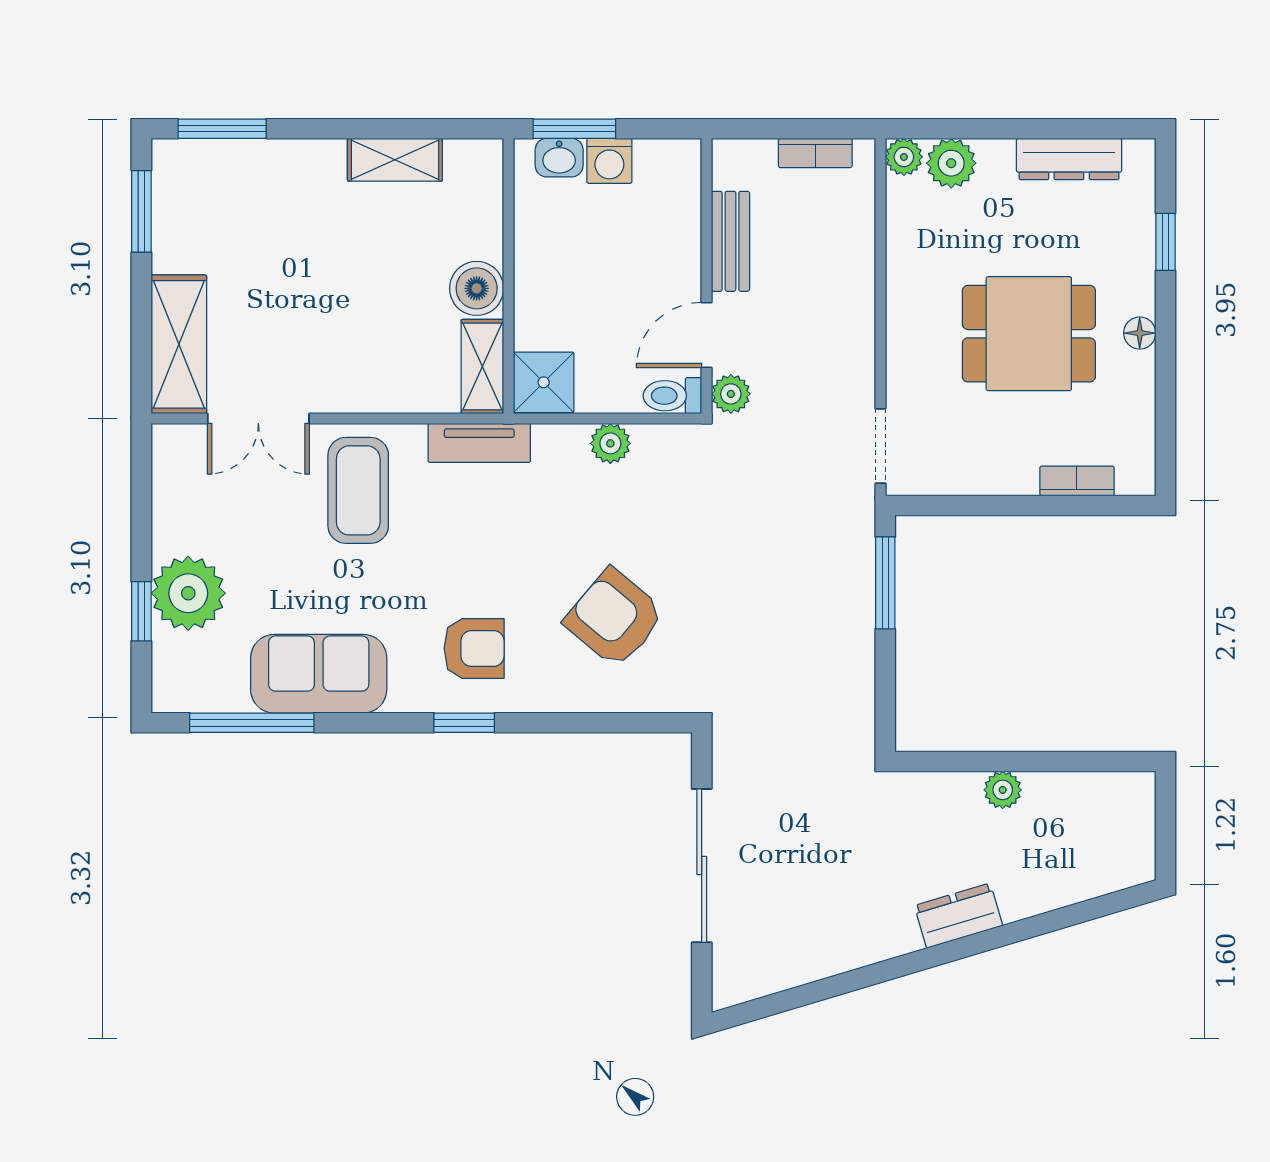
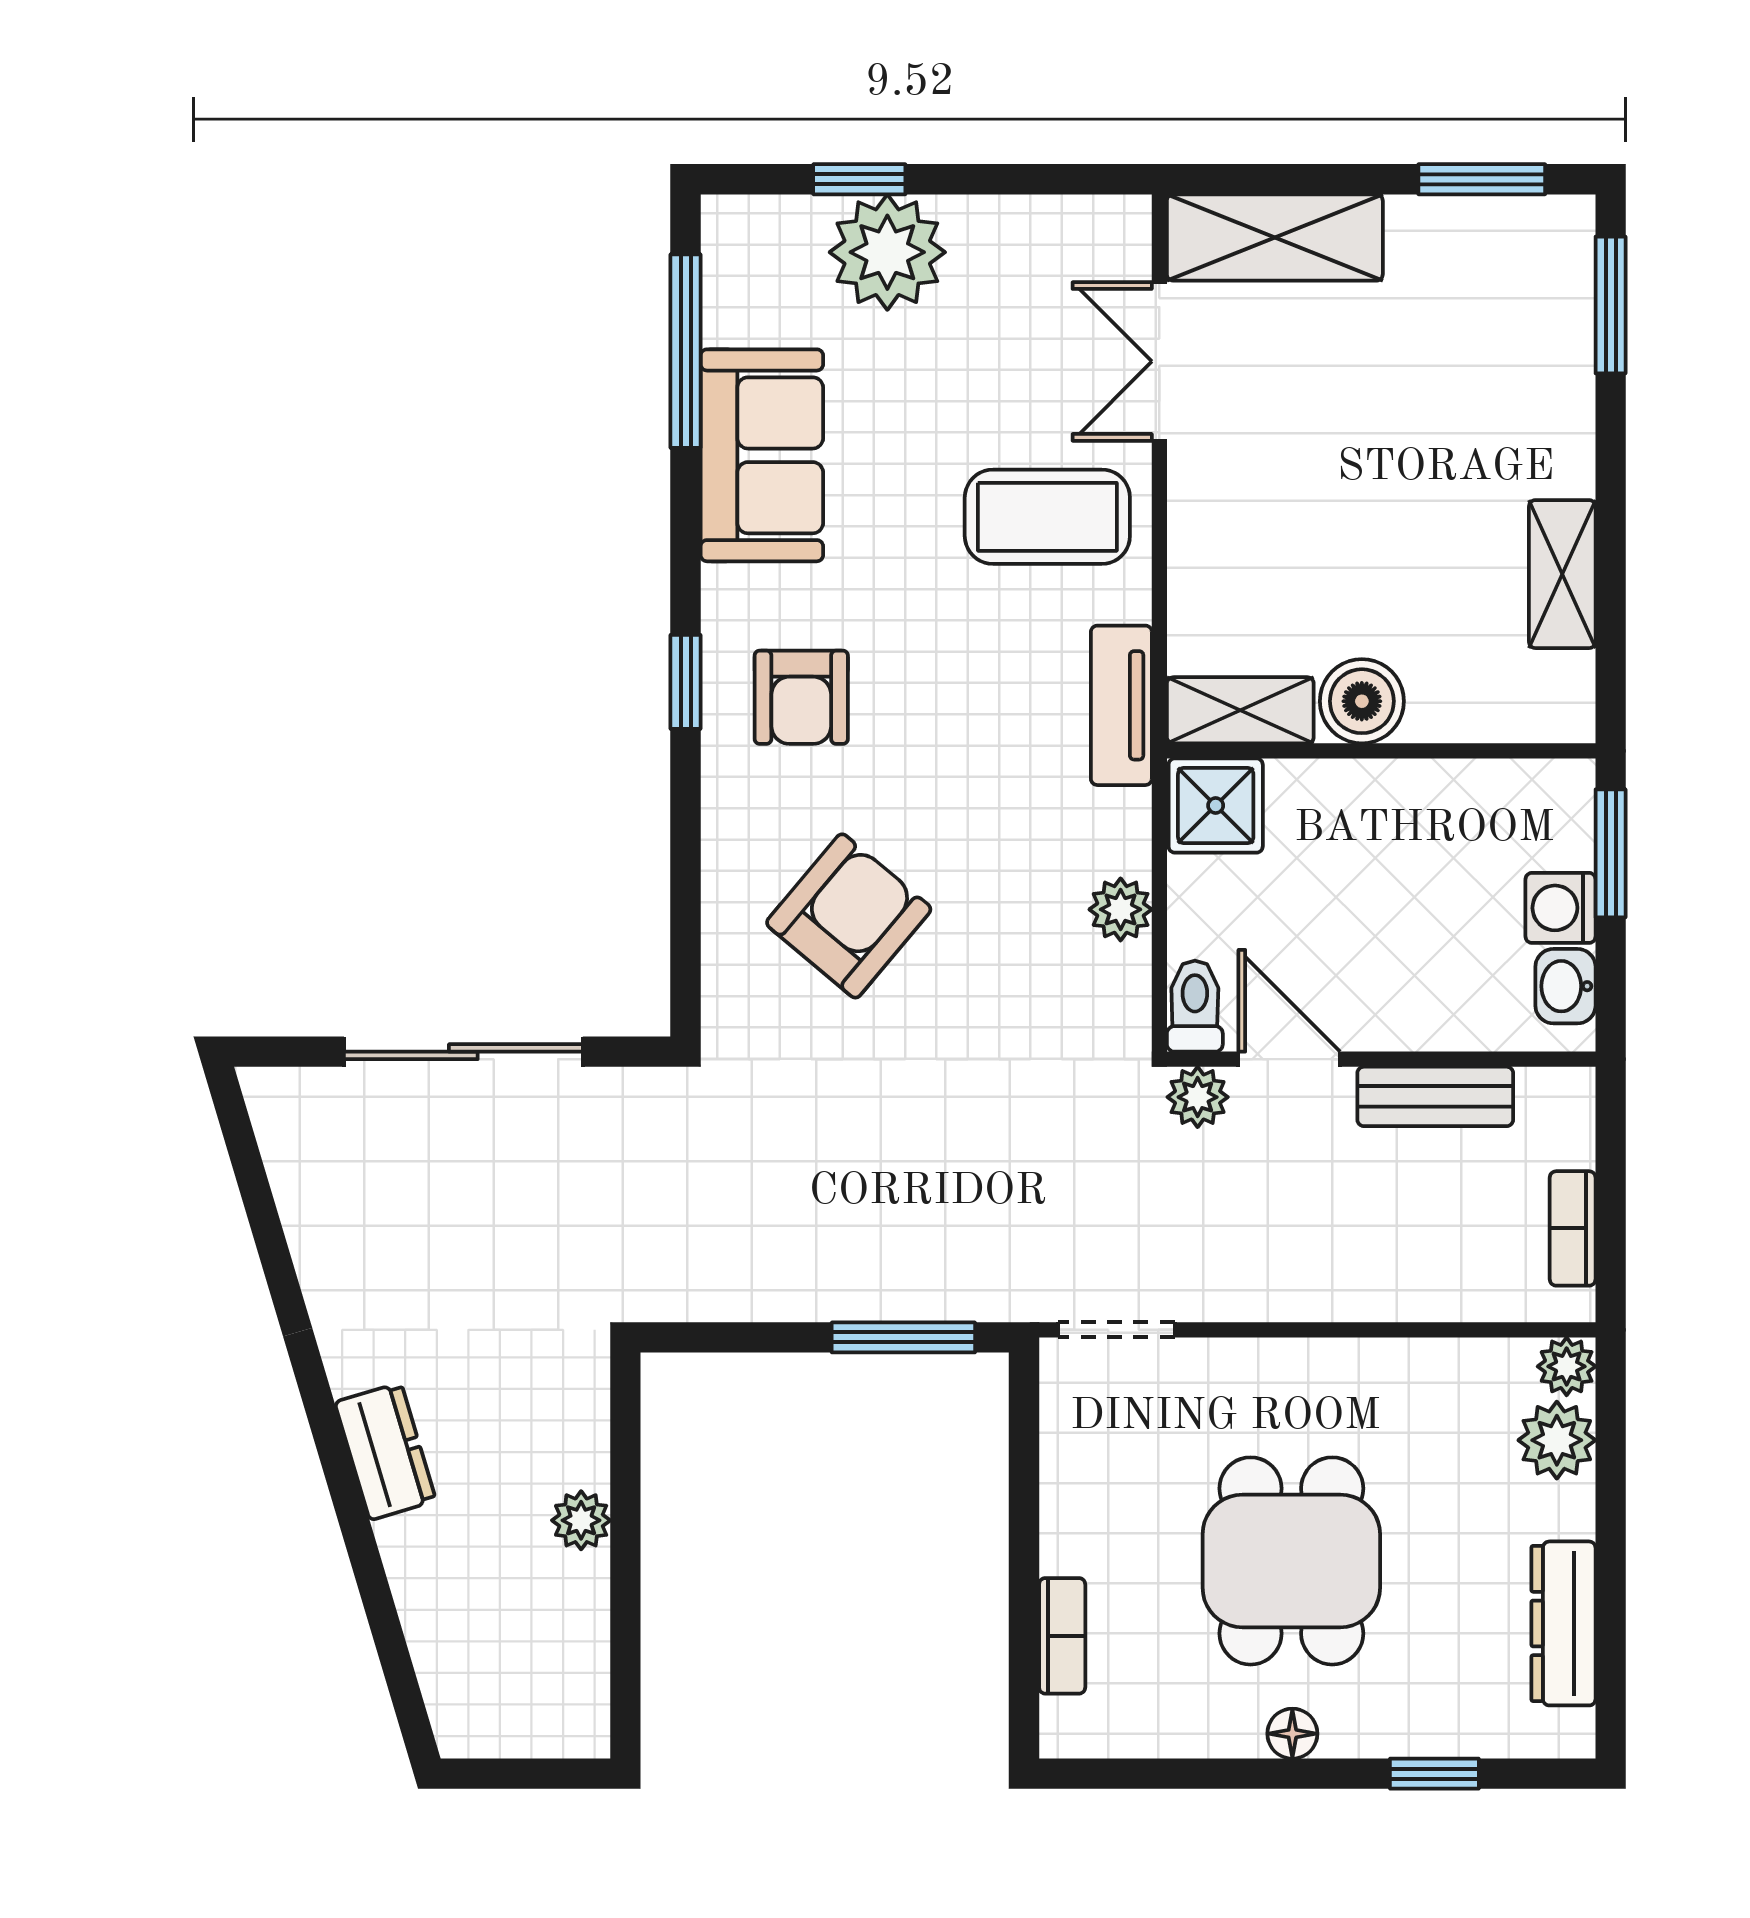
washbasin: (559, 158) -> (1565, 986), moved

